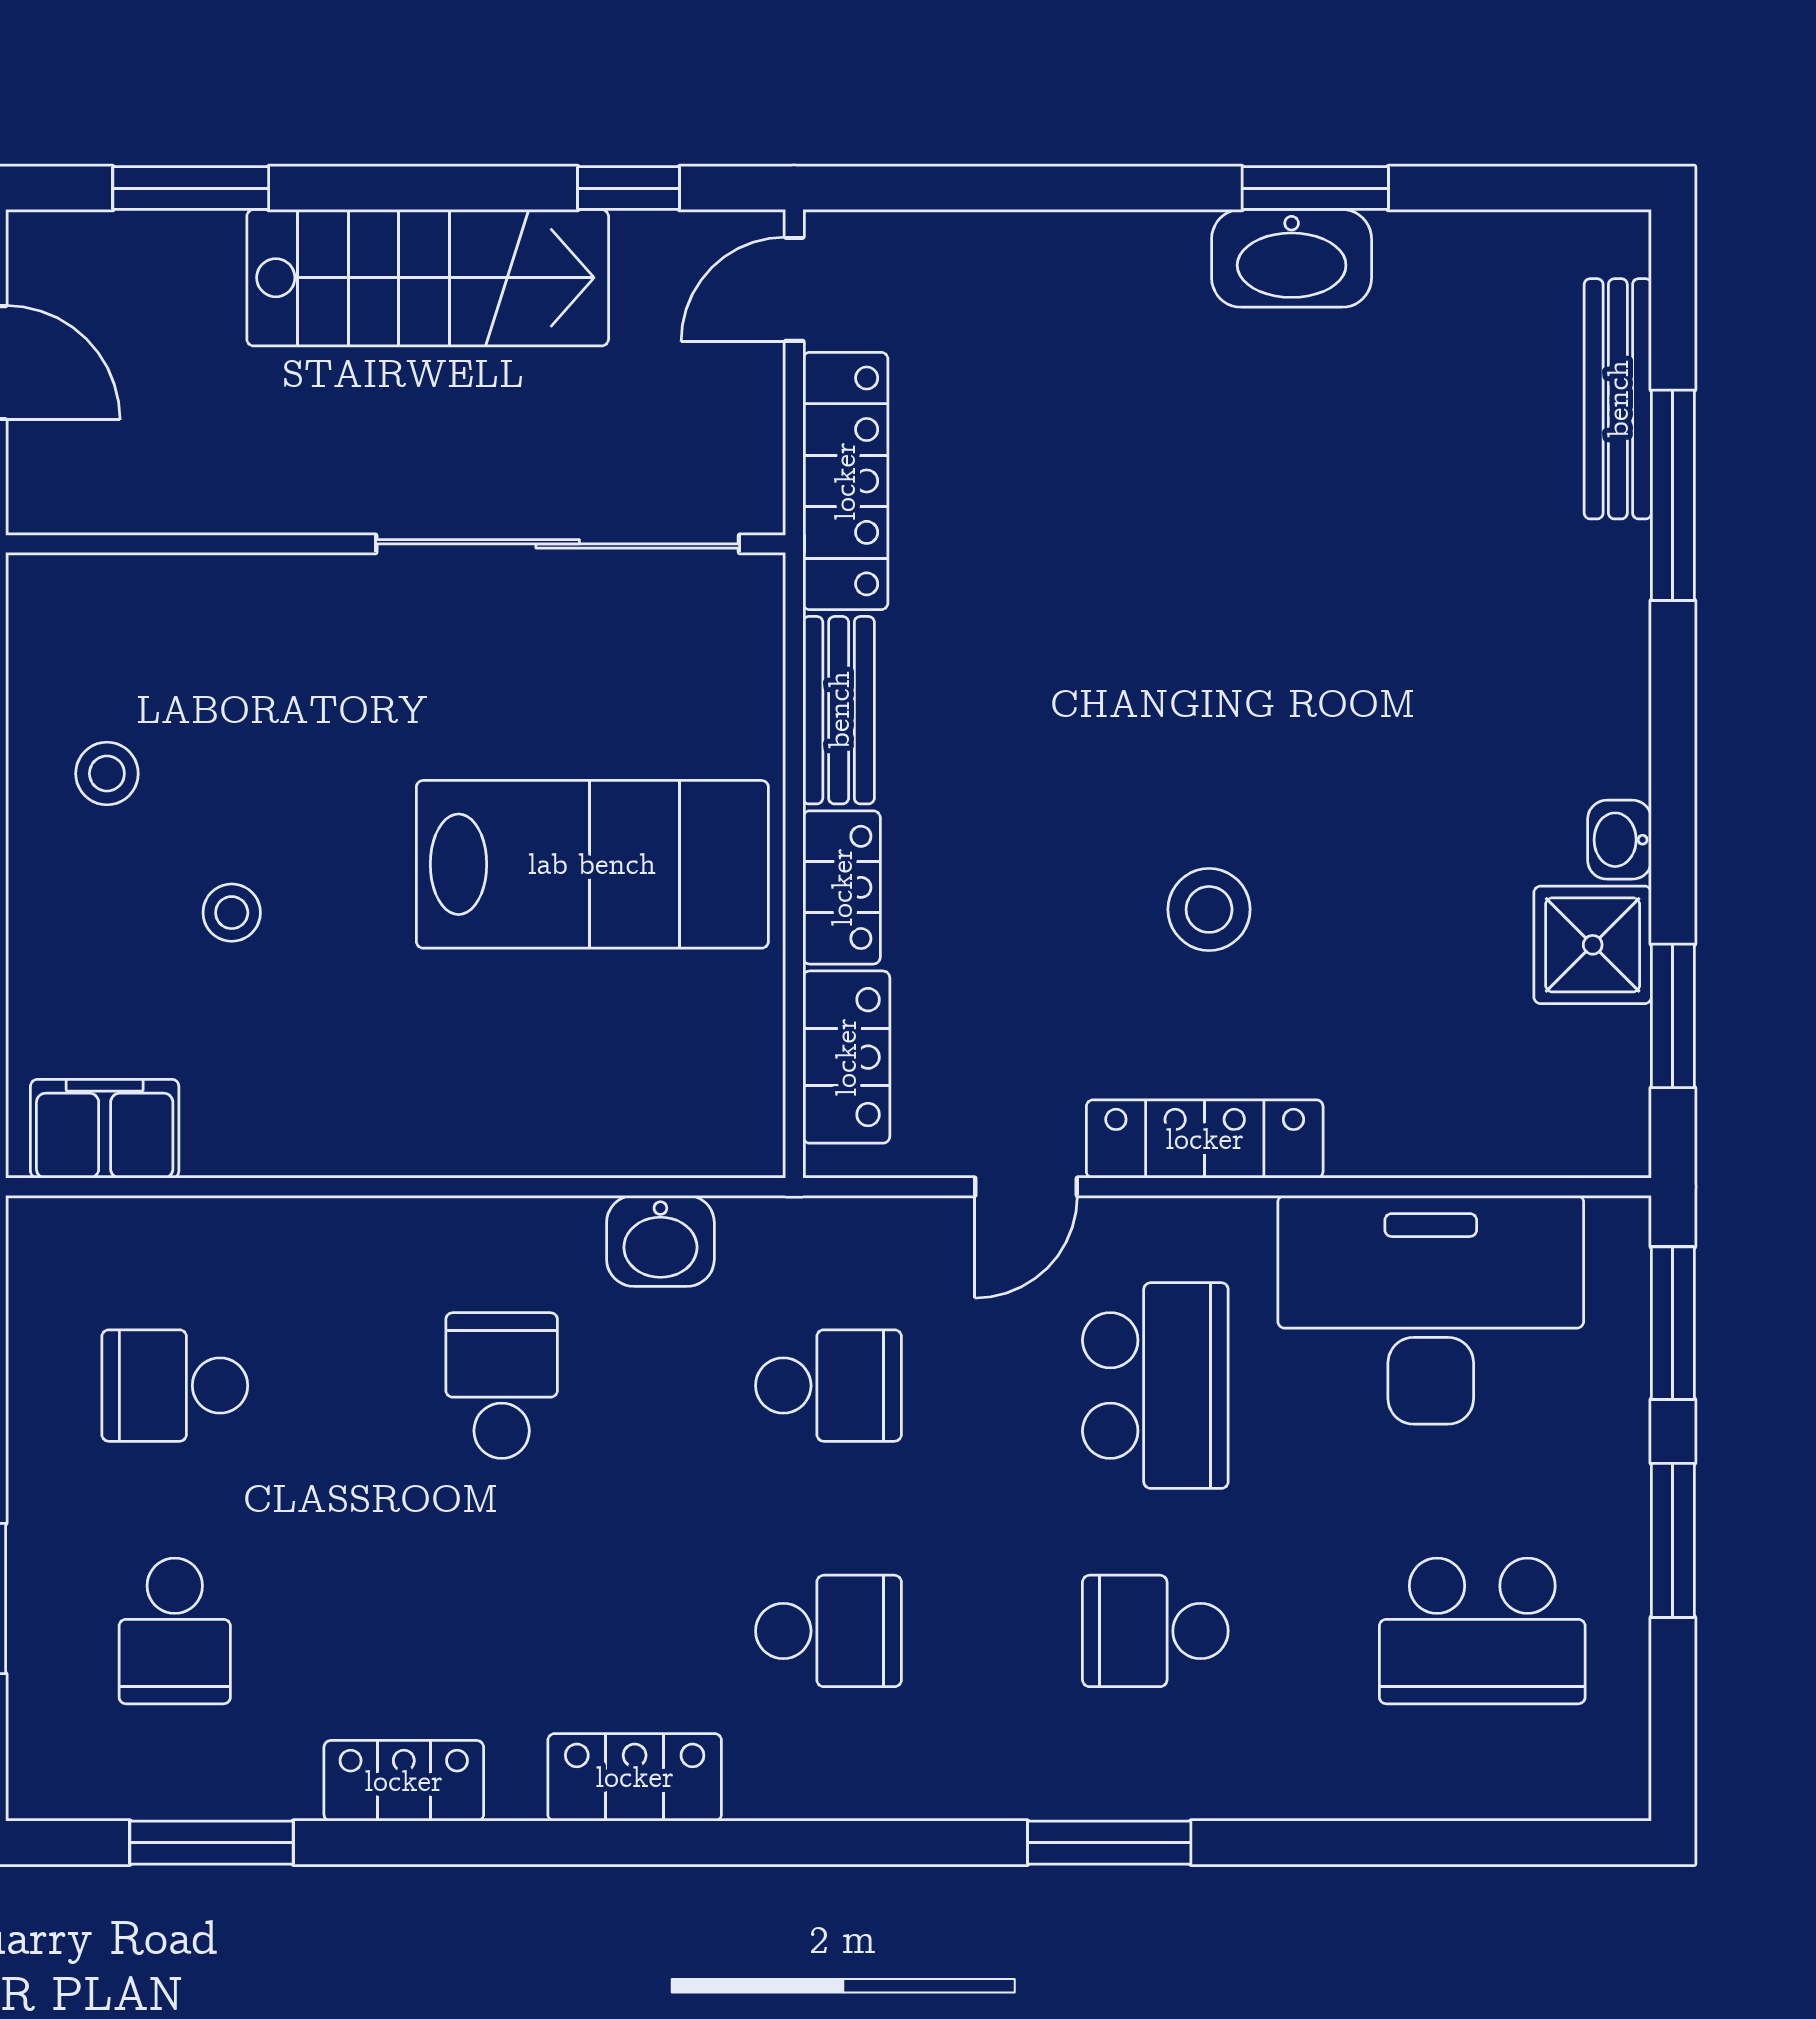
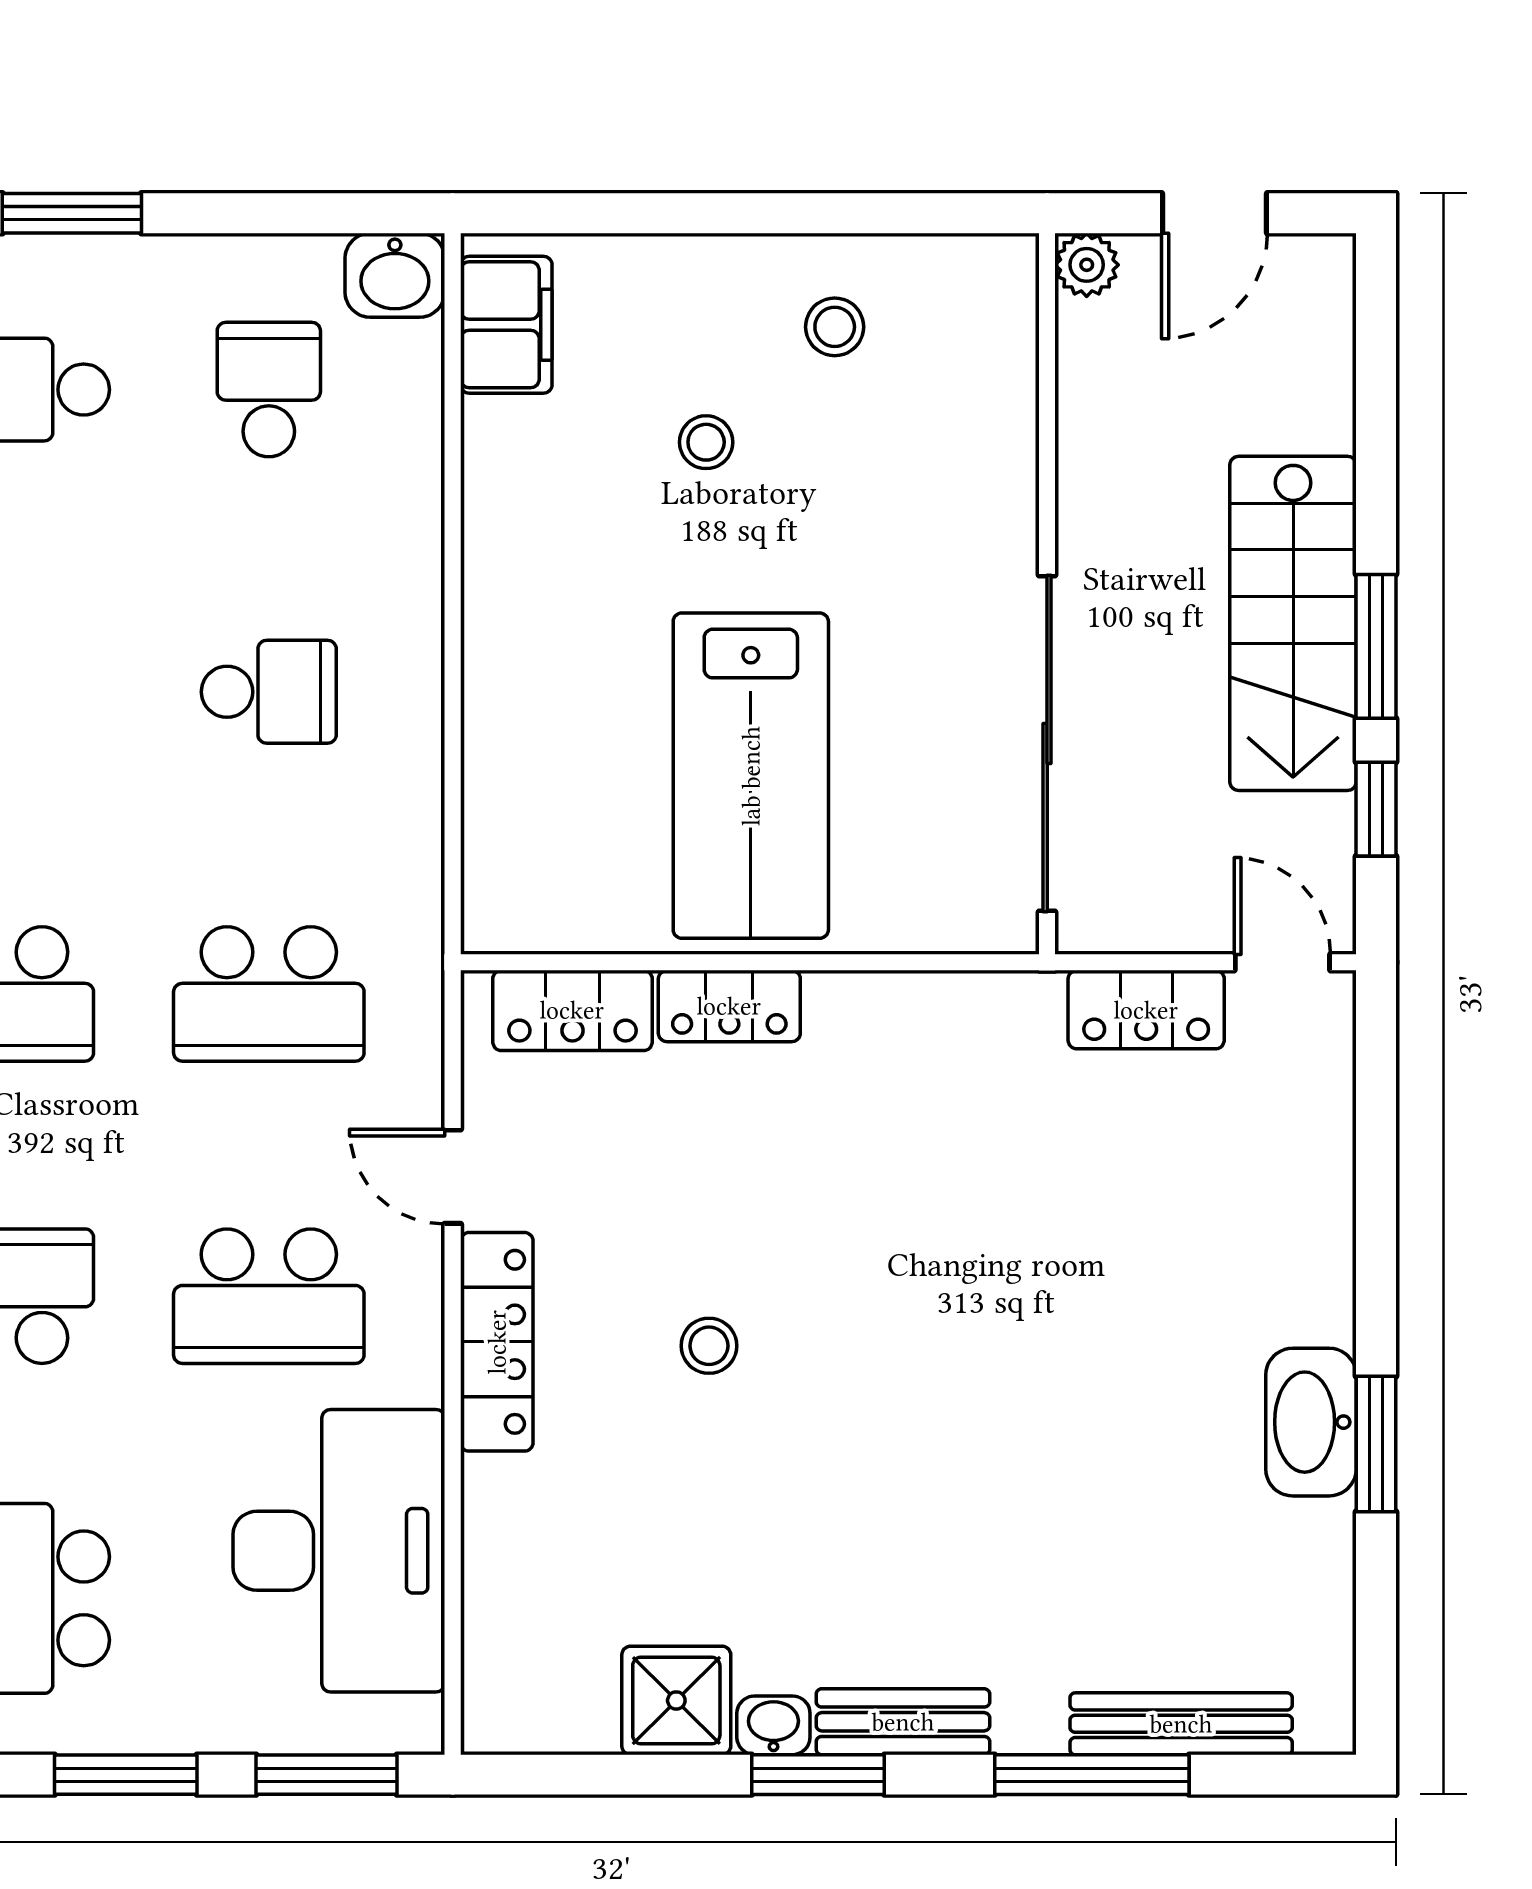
window: (191, 188) -> (1376, 646), moved
locker: (845, 481) -> (1146, 1010), width x0.66
plant: (40, 501) -> (1087, 265), added
bench: (839, 710) -> (903, 1722), moved
stool: (1209, 909) -> (709, 1346), width x0.73, depth x0.73
window: (1673, 1016) -> (818, 1775), moved
washbasin: (660, 1241) -> (395, 275), moved, turned -90
school desk: (828, 1386) -> (269, 994), width x1.85

